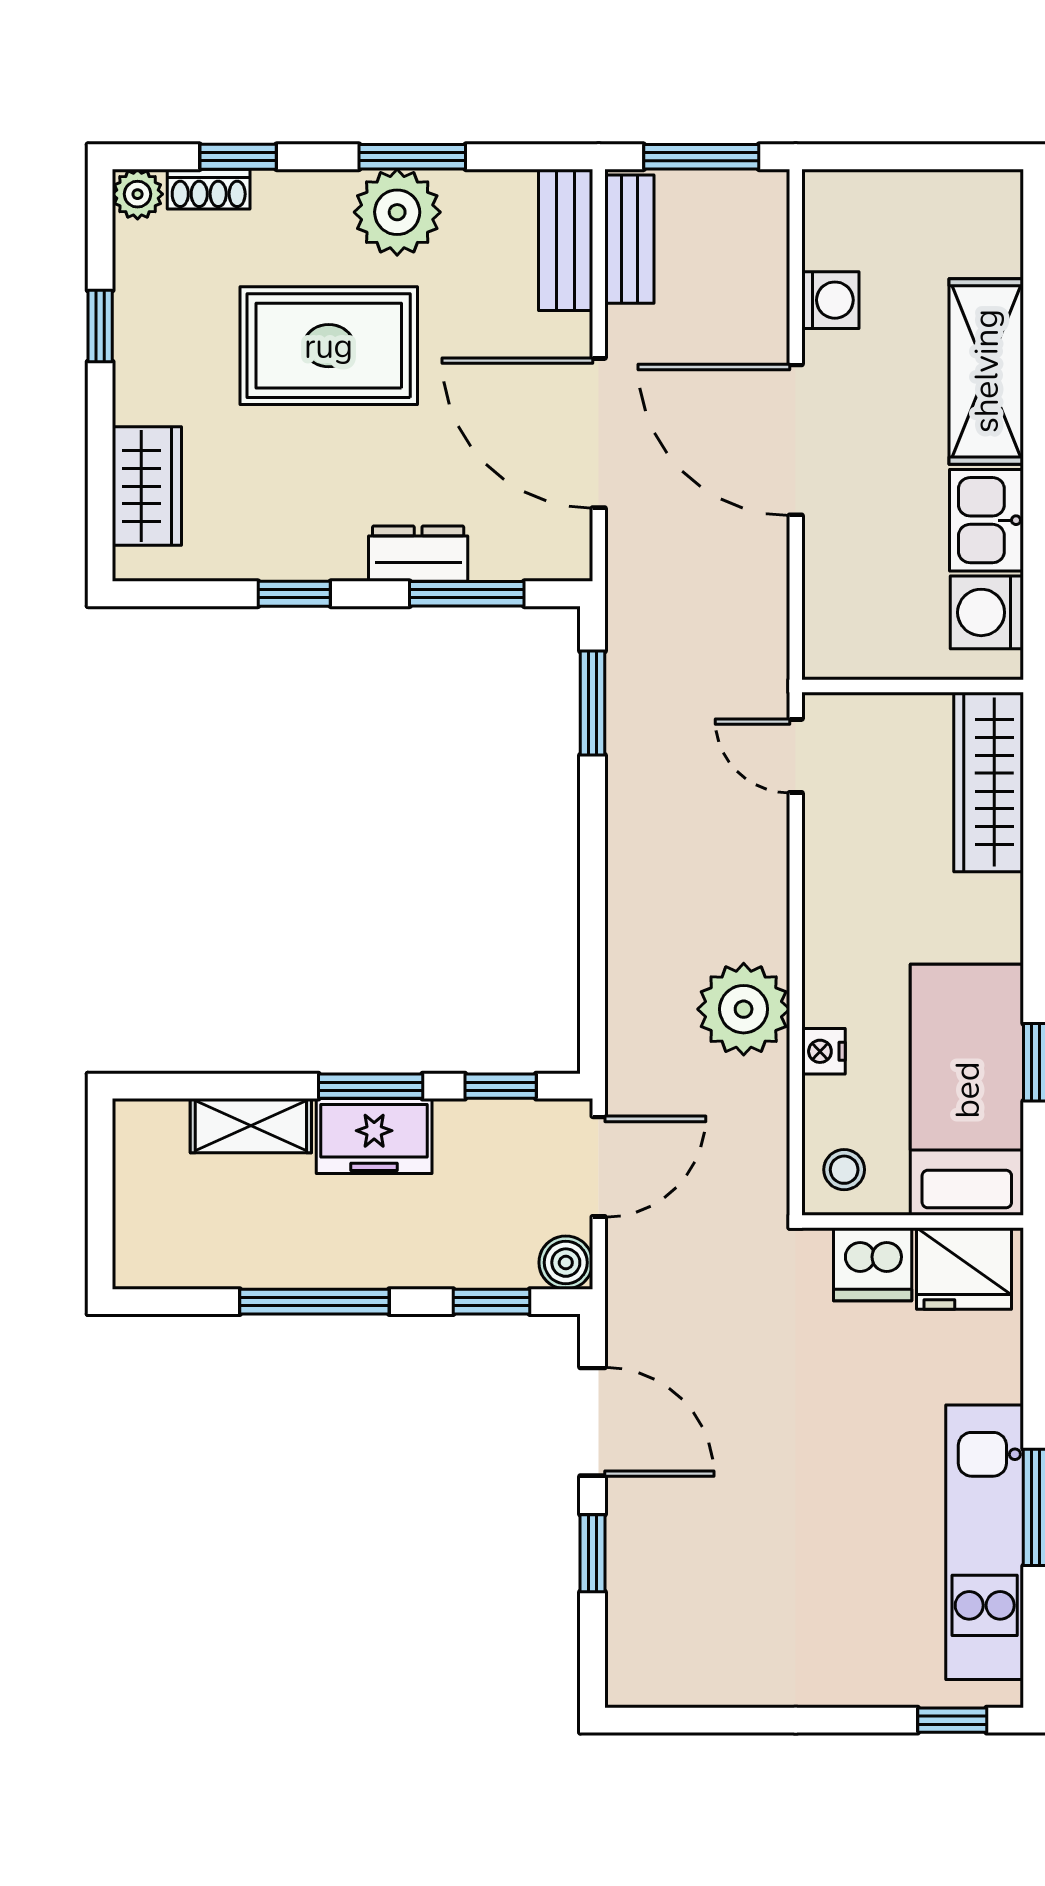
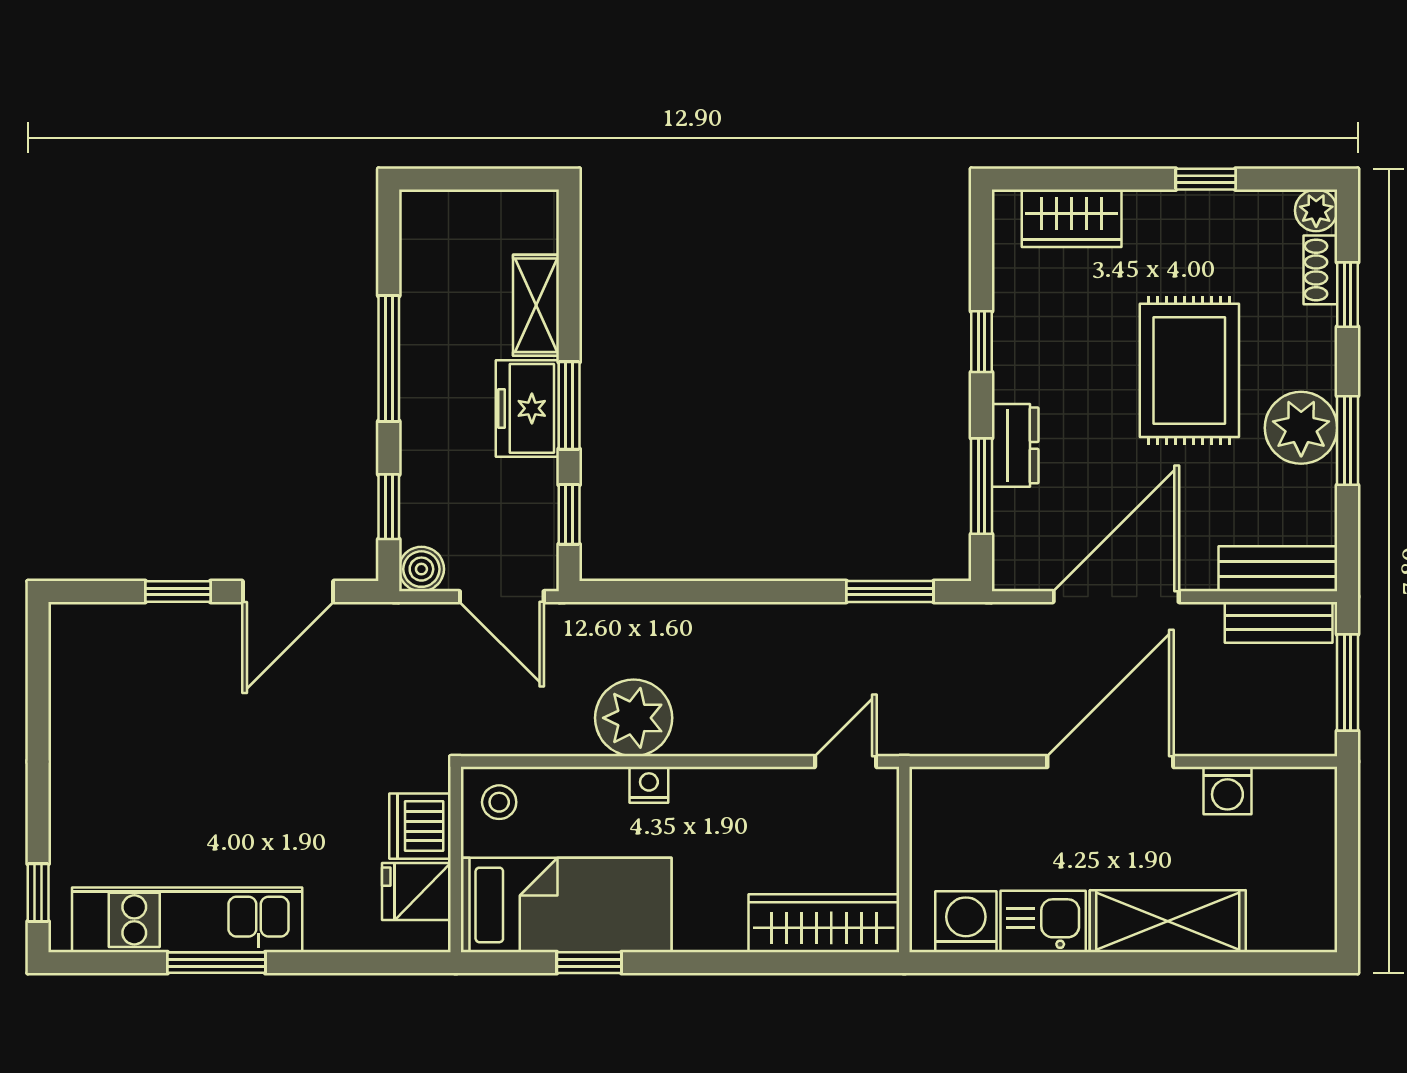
nightstand: (823, 1051) -> (649, 785), moved
fridge: (964, 1269) -> (416, 892), width x0.72

